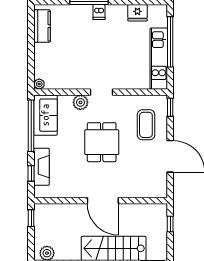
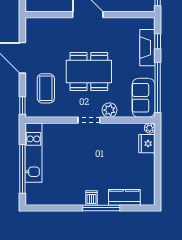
fridge: (137, 13) -> (147, 144), moved, turned -90
kitchen counter: (42, 26) -> (124, 197), moved, turned 90
dining table: (102, 142) -> (89, 71), width x1.38

